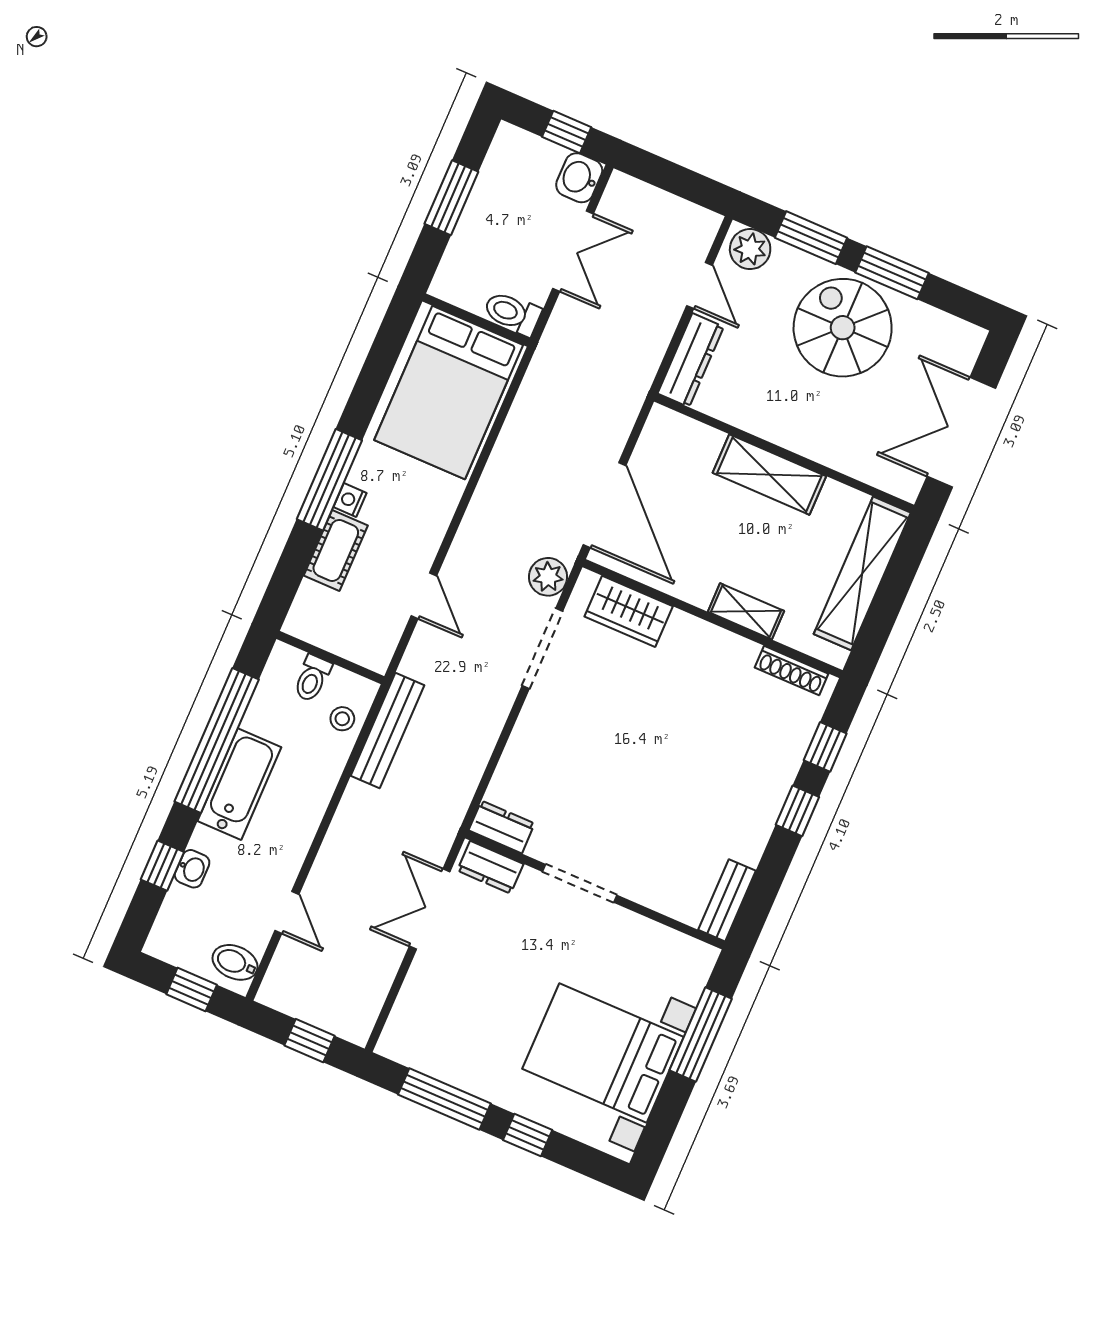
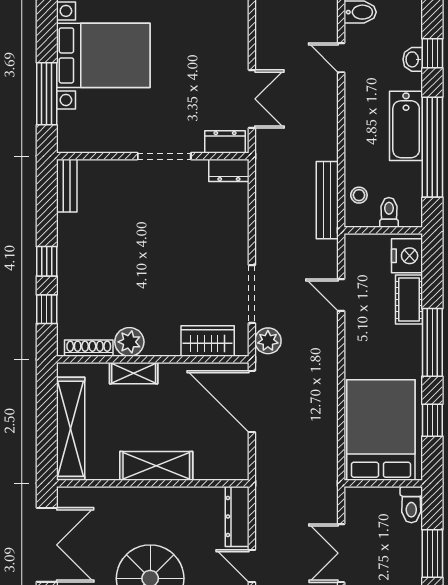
toilet: (512, 313) -> (411, 505), moved, turned 90
window: (374, 376) -> (432, 420), added
nightstand: (350, 500) -> (407, 256), moved, width x1.89, depth x1.79
plant: (734, 655) -> (129, 342), added

